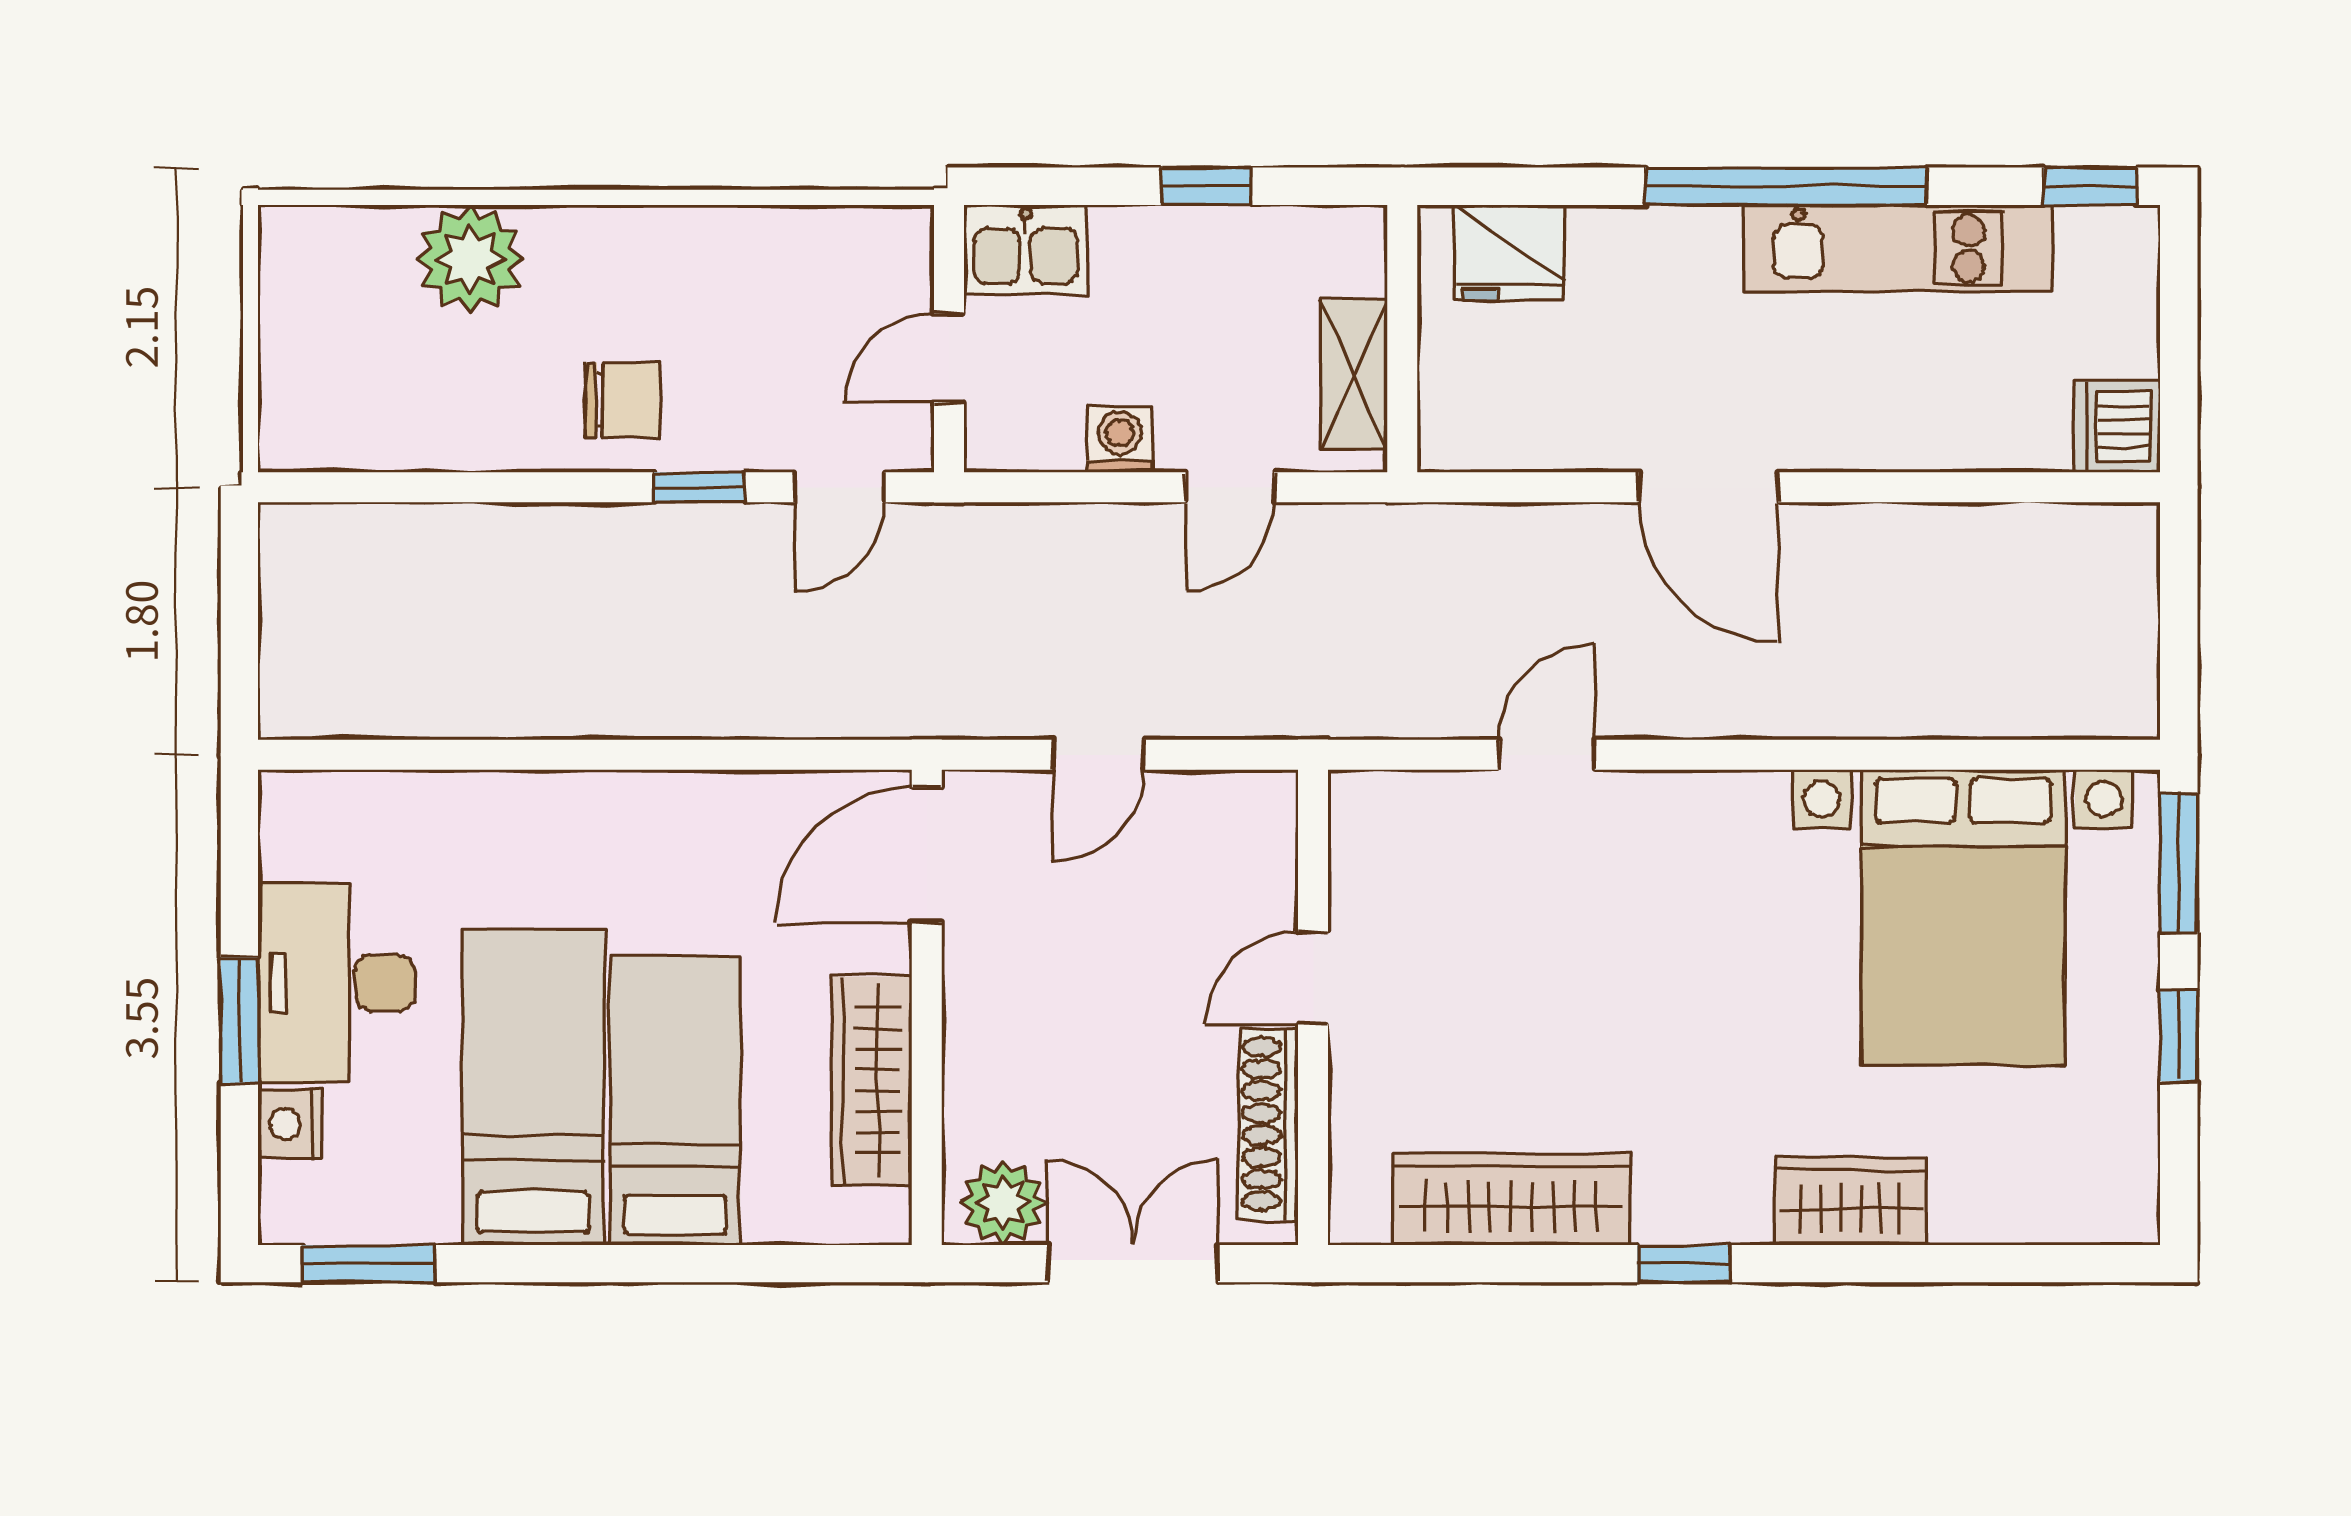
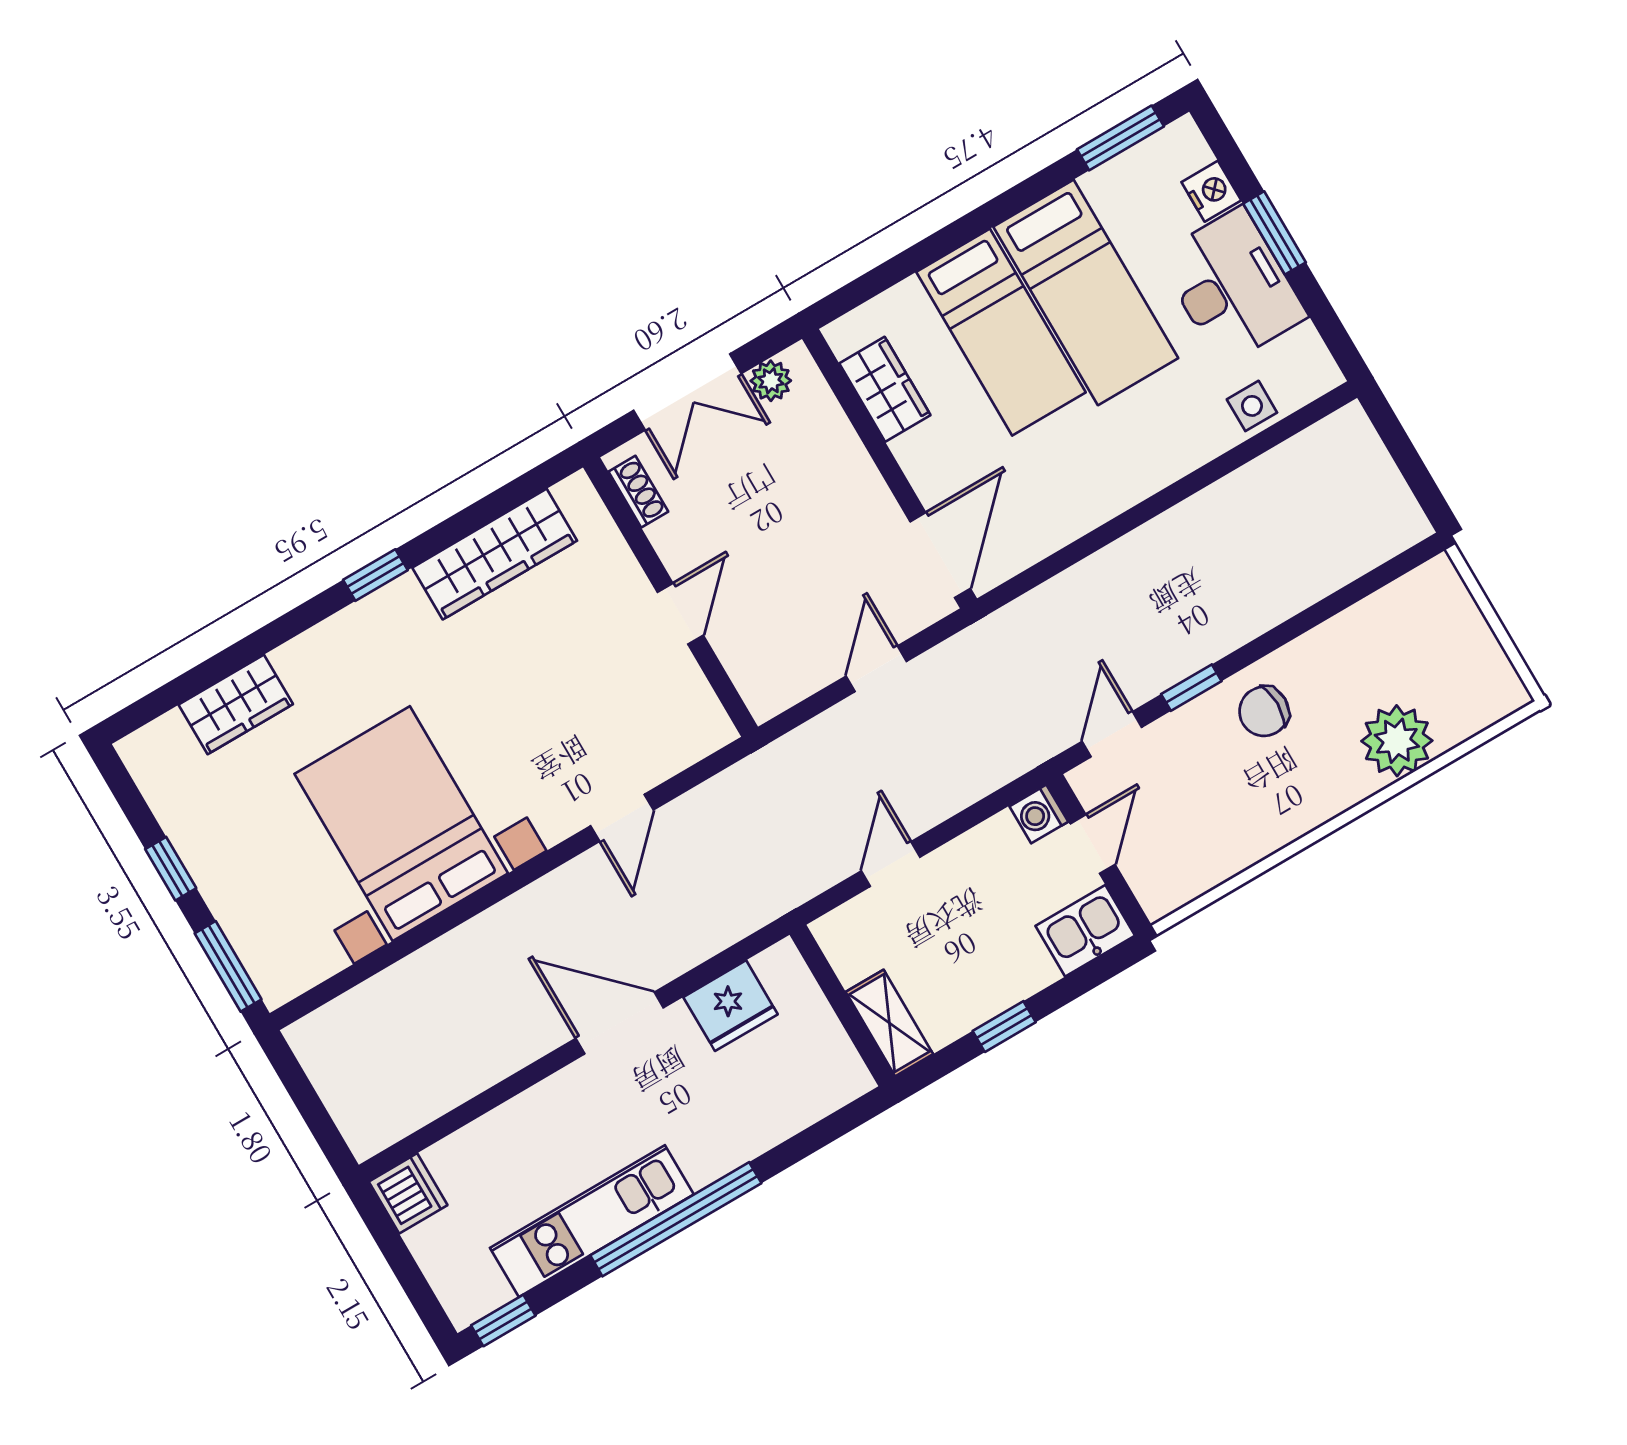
fridge: (1509, 253) -> (731, 1006), moved, turned 180
shelving: (1354, 375) -> (889, 1023), moved
washing machine: (1120, 440) -> (1039, 814), moved, turned 90
side table: (402, 810) -> (1252, 406), added
bed with nightstands: (1963, 917) -> (401, 824), moved
wardrobe: (872, 1080) -> (885, 389), width x0.67
shoe rack: (1269, 1124) -> (638, 492), width x0.51, depth x0.81
wardrobe: (1851, 1201) -> (236, 704), moved
plant: (1003, 1203) -> (771, 381), width x0.73, depth x0.73

